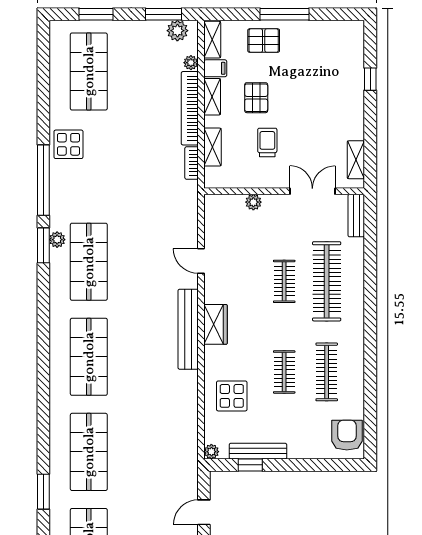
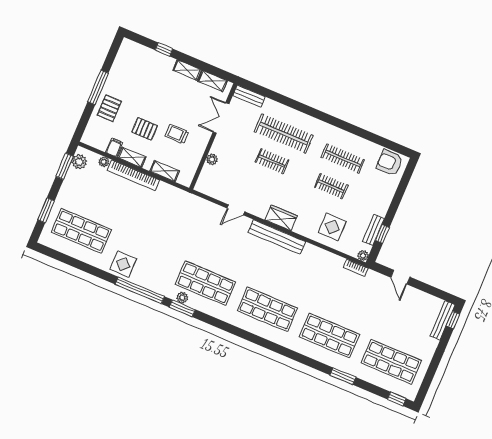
shelving: (212, 40) -> (187, 70), moved
bookcase: (192, 163) -> (356, 268), moved
bench: (258, 451) -> (373, 230), width x0.73

